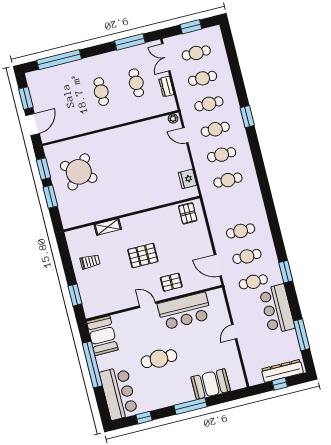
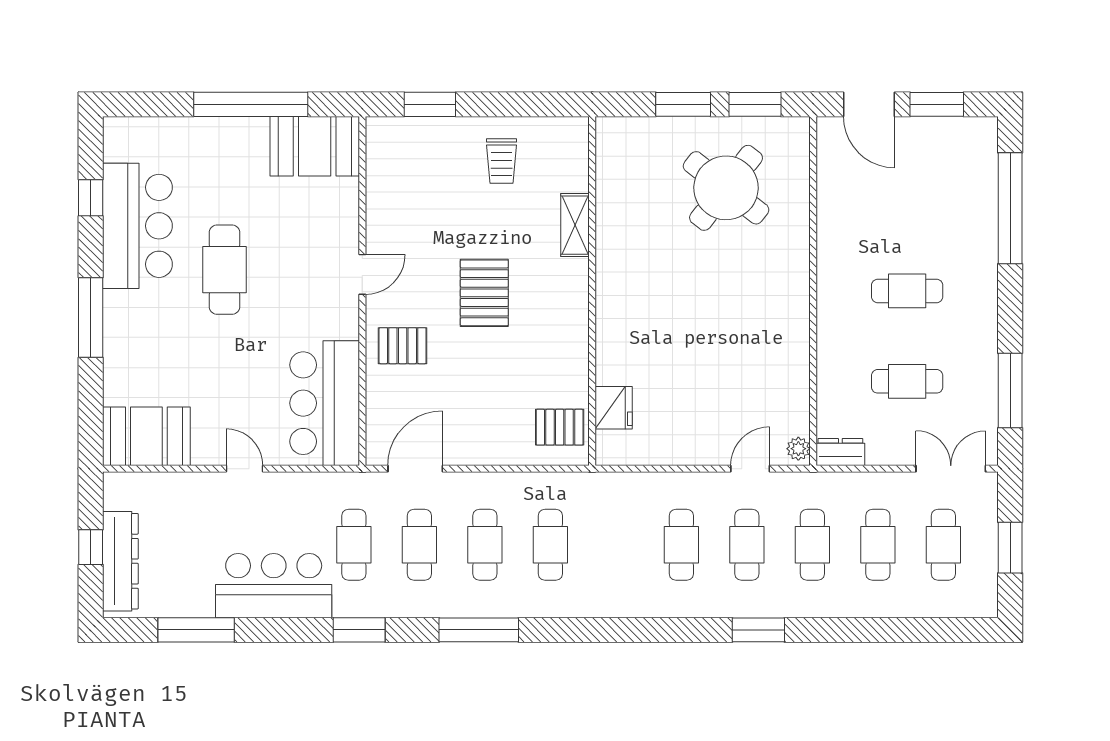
dresser: (166, 87) -> (840, 452), moved
fridge: (187, 179) -> (614, 408), moved, turned 90
cafe table: (228, 180) -> (550, 545), moved
window: (274, 225) -> (479, 630), added
pallet: (171, 282) -> (403, 346), turned 90
bar counter: (184, 311) -> (325, 403), moved
booth: (211, 384) -> (146, 436), moved, turned 90
bar counter: (119, 393) -> (137, 226), moved, turned -90

